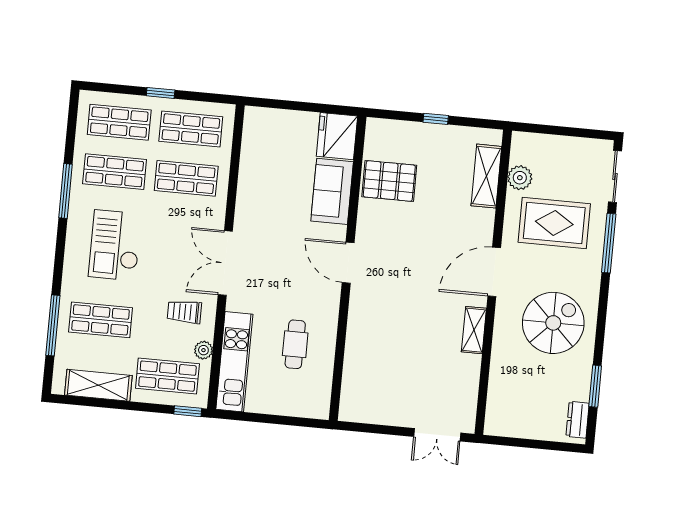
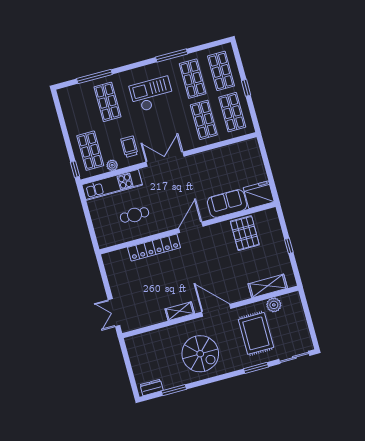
window: (609, 243) -> (256, 368), width x0.69
locker: (358, 333) -> (154, 247), added
shelving: (98, 385) -> (71, 114), removed

